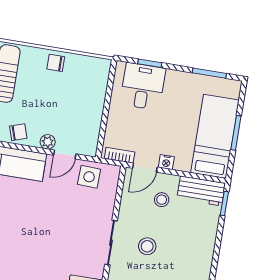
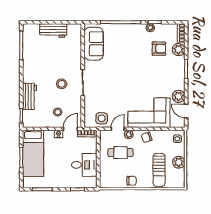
desk: (143, 86) -> (84, 165), moved, turned -90
cafe table: (67, 114) -> (120, 153), added
workbench: (201, 191) -> (29, 96), moved, turned 90

